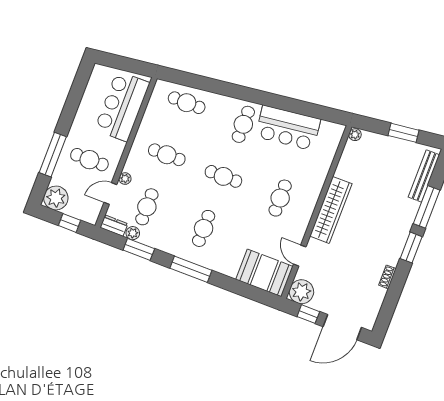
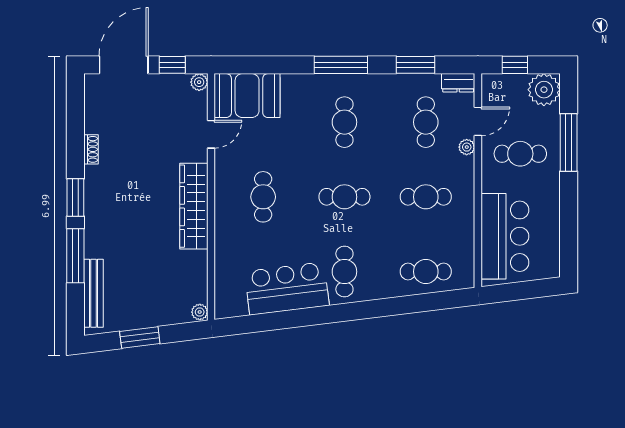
plant: (133, 233) -> (431, 82), removed
door: (300, 256) -> (211, 134), hinge flipped
plant: (301, 292) -> (199, 82), width x0.53, depth x0.53

